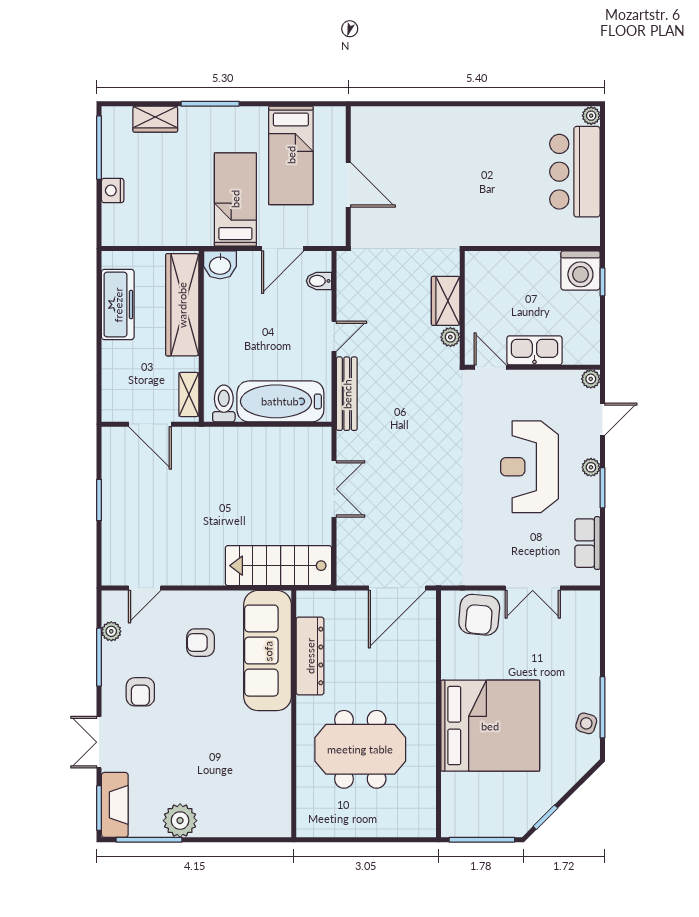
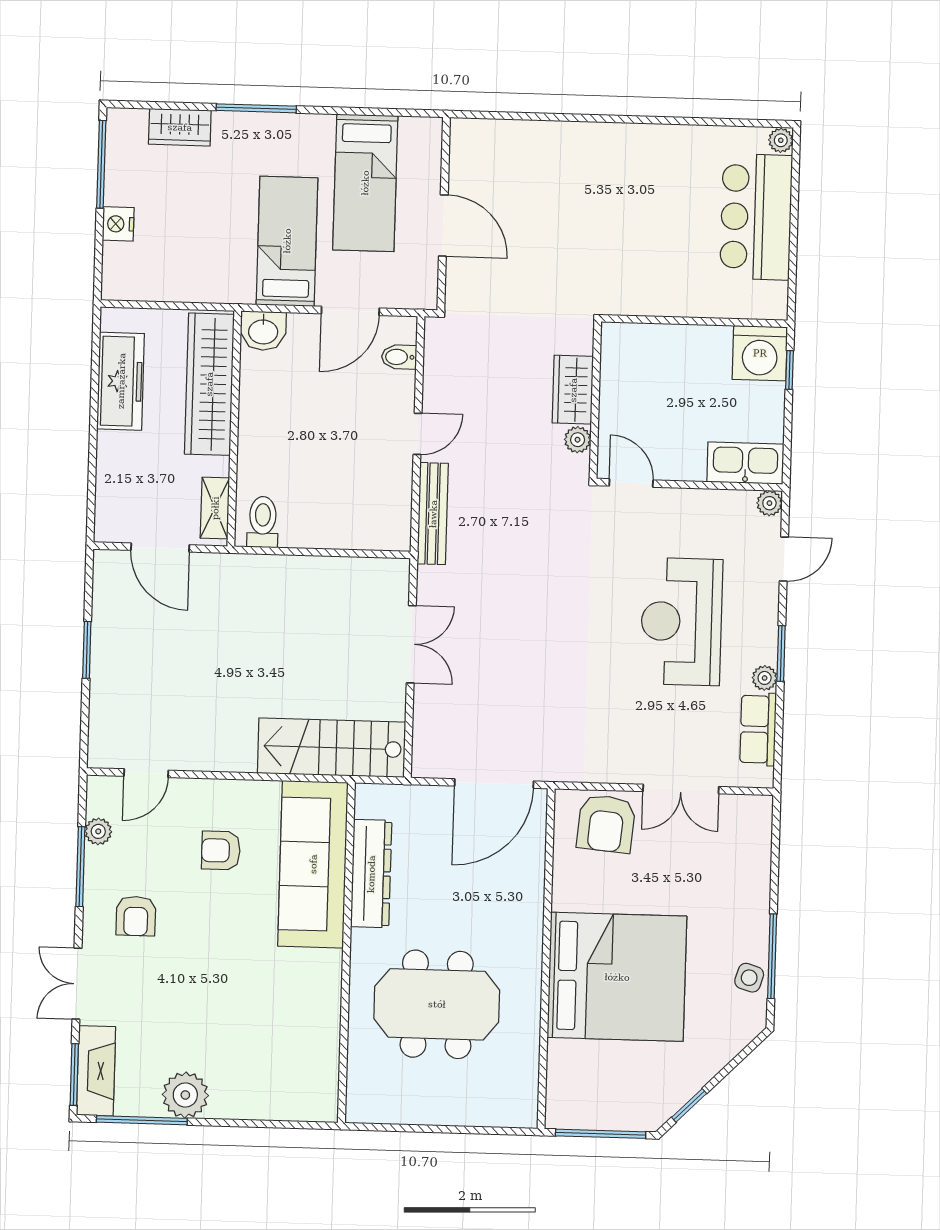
kitchen sink: (534, 350) -> (745, 463), moved
bathtub: (280, 401) -> (341, 521), removed
plant: (591, 467) -> (765, 678), moved

